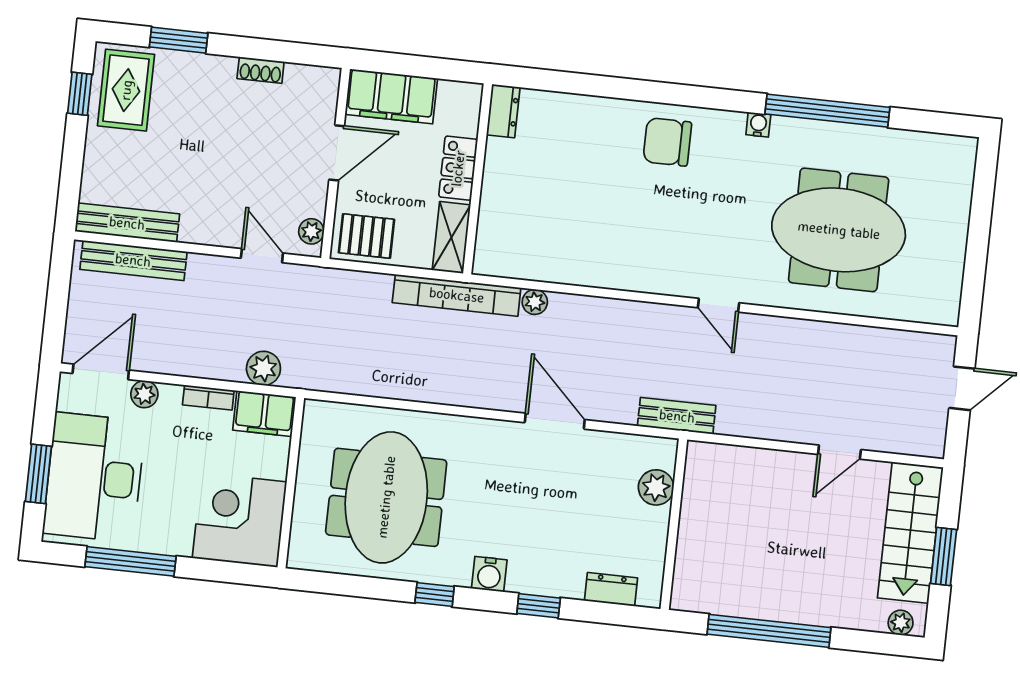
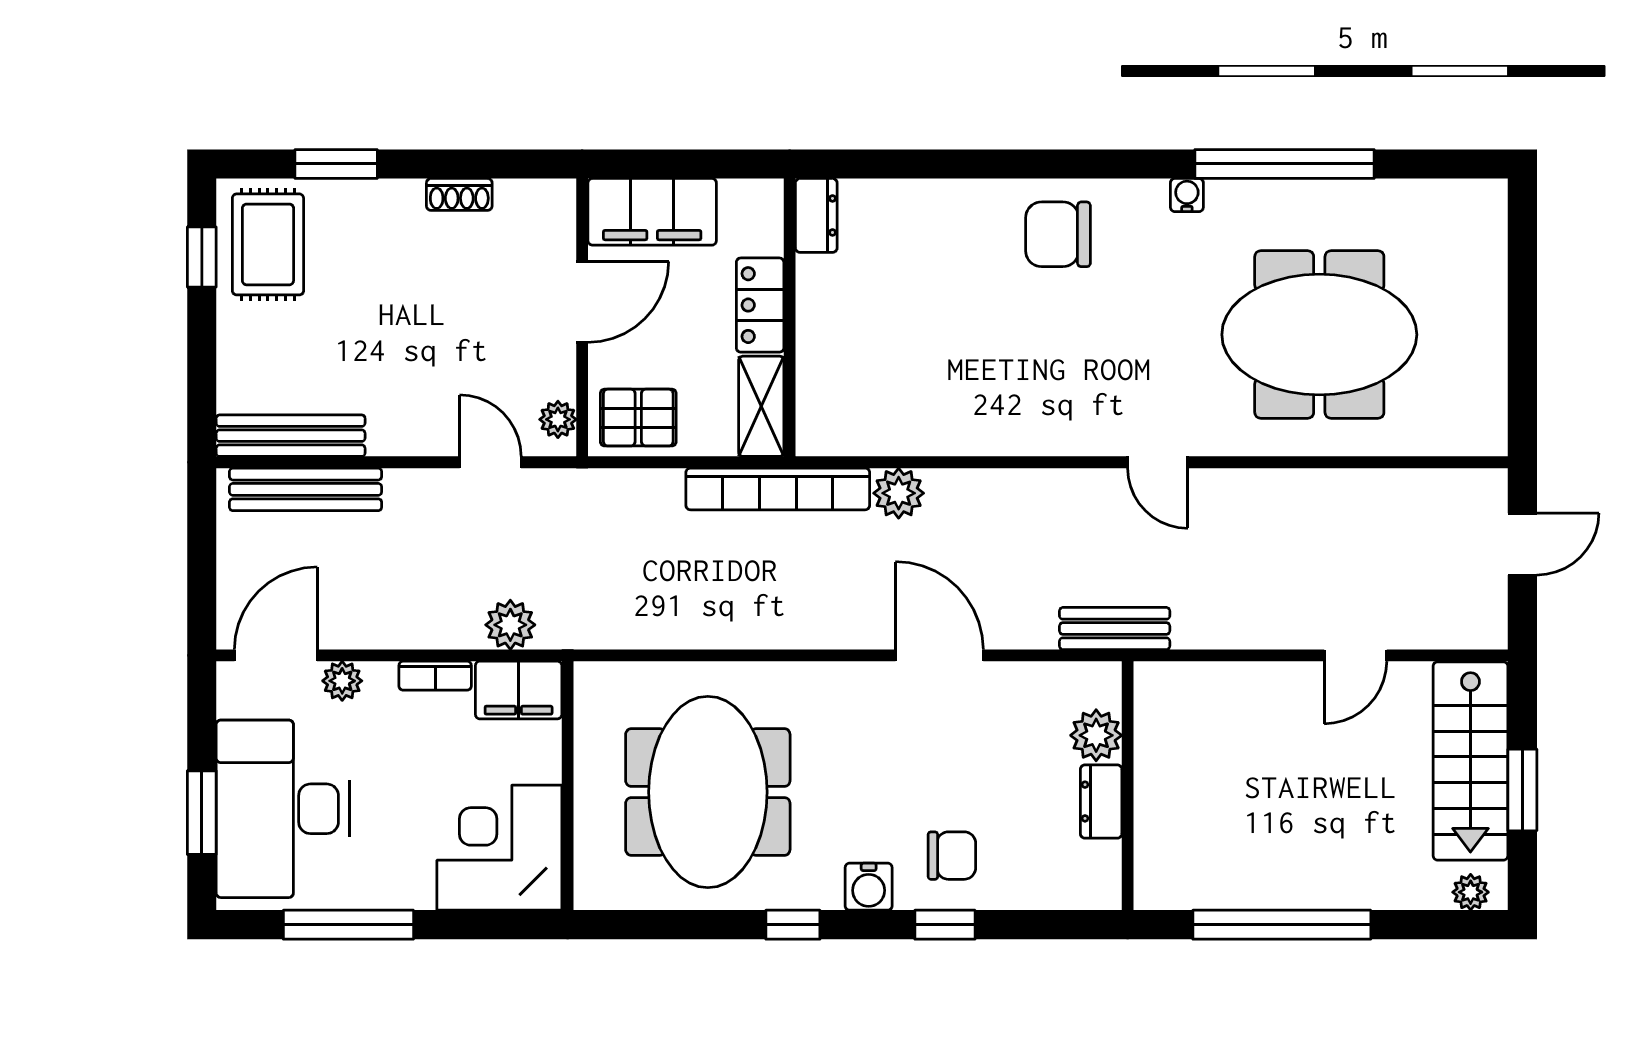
plant: (535, 302) -> (899, 493), width x1.38, depth x1.38
chair: (548, 559) -> (952, 856), added
dresser: (611, 589) -> (1101, 802), moved, turned -90

